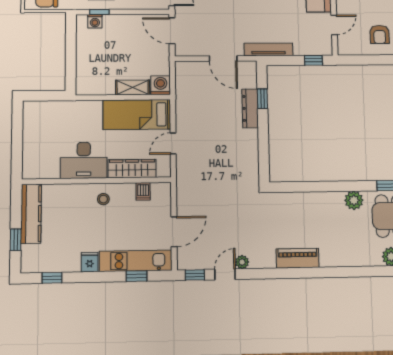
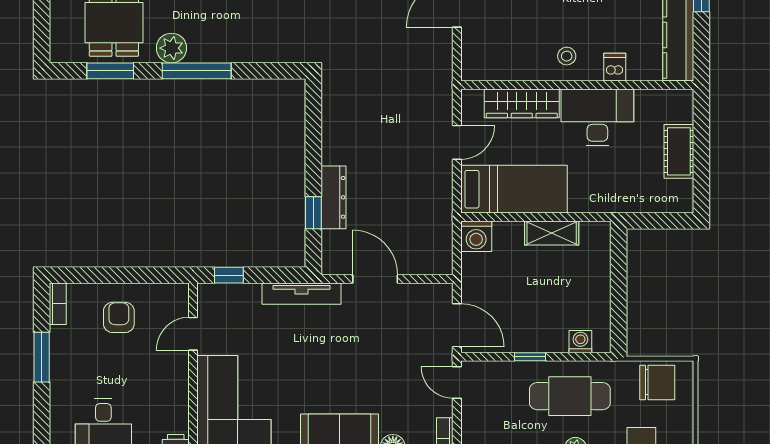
window: (99, 12) -> (530, 357), moved
shelving: (133, 87) -> (552, 233), moved
cot: (32, 139) -> (679, 151), added
window: (338, 186) -> (197, 71), added
dishwasher: (143, 191) -> (615, 67), moved

